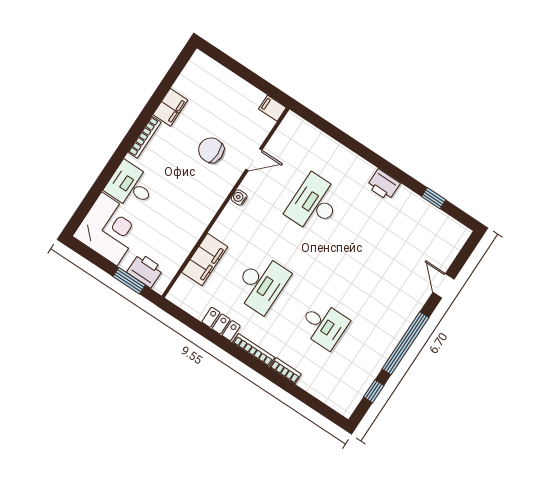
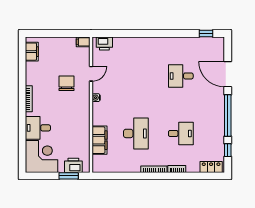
filing cabinet: (170, 107) -> (32, 52), moved
chair: (211, 150) -> (66, 83), turned 90
printer: (383, 185) -> (104, 43), moved
window: (434, 198) -> (206, 34), moved
desk: (314, 204) -> (181, 76), moved, width x0.73
door: (443, 286) -> (228, 74), width x1.87
locker: (221, 324) -> (211, 167), moved

